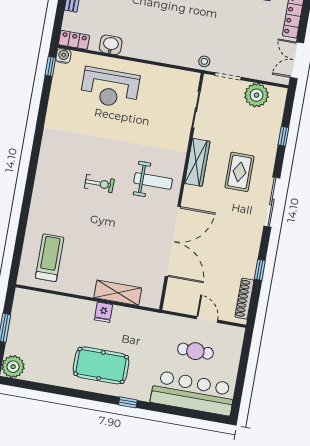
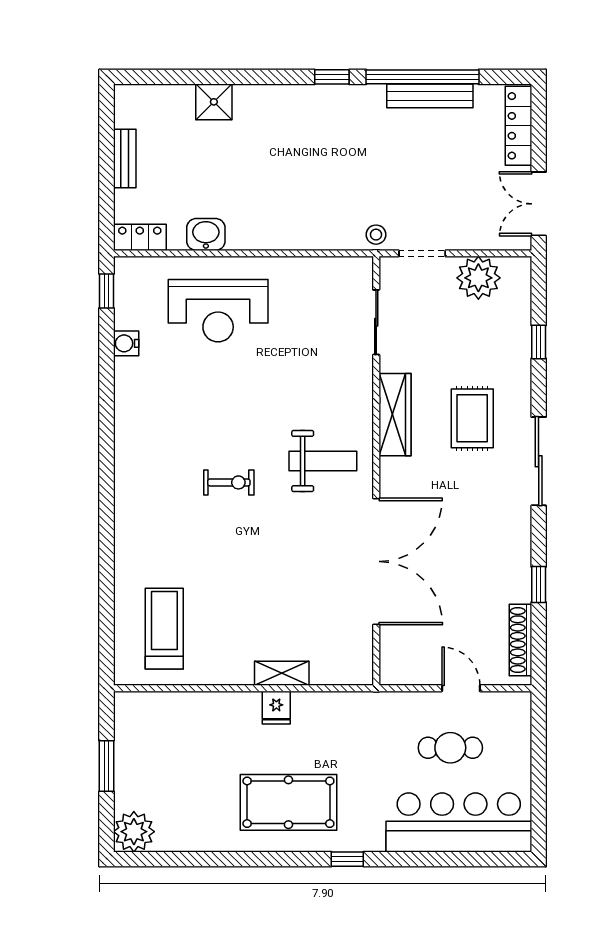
water cooler: (63, 56) -> (126, 343), moved, turned -90
shelving: (118, 293) -> (282, 673), width x0.67, depth x0.75

